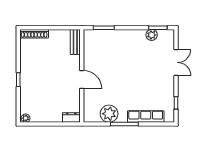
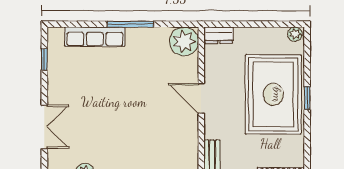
double door: (176, 62) -> (44, 127), swing flipped
rug: (39, 82) -> (273, 94), added
plant: (109, 114) -> (184, 41), moved

